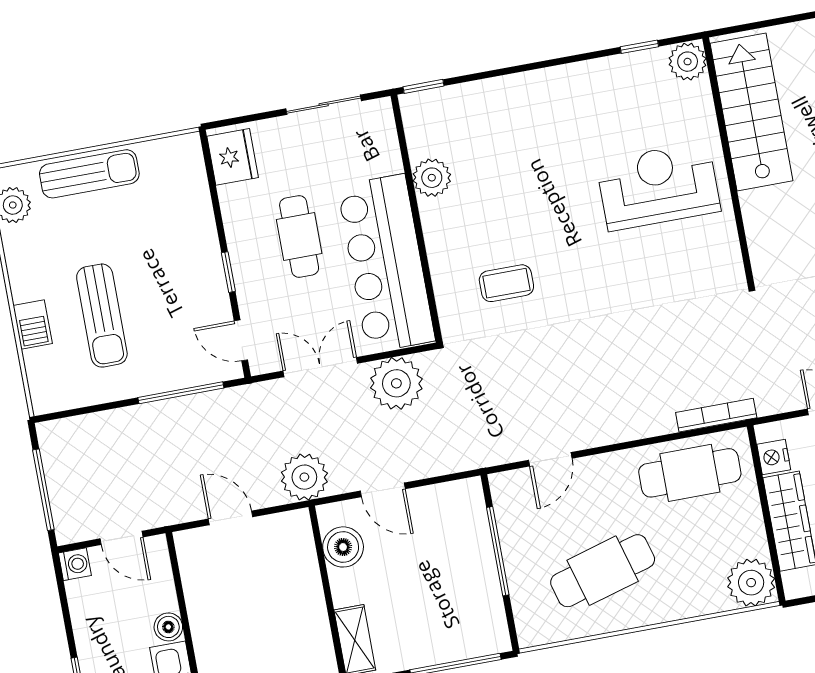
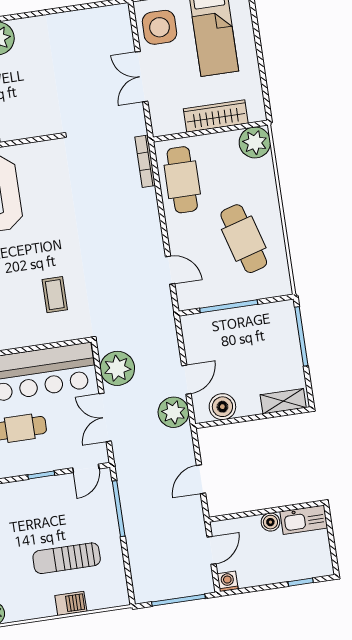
sun lounger: (102, 316) -> (67, 558), turned 180
nightstand: (774, 457) -> (174, 125), removed
plant: (304, 477) -> (173, 412), moved

